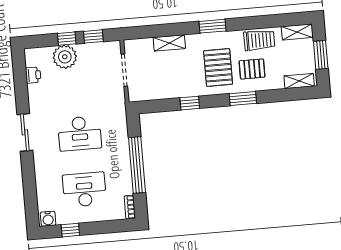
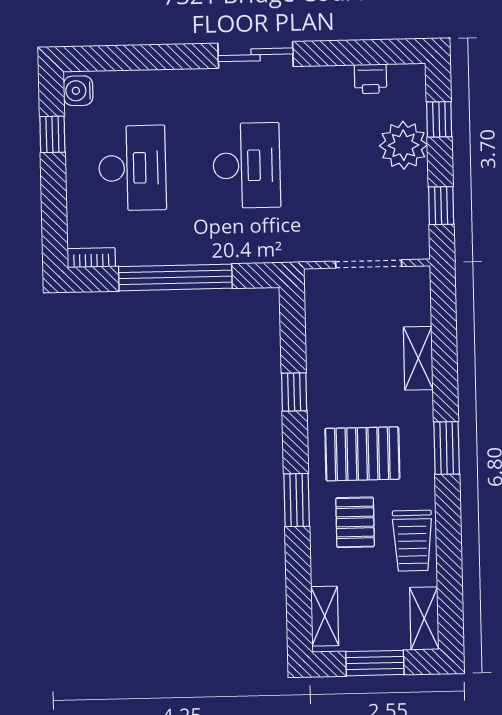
window: (67, 39) -> (439, 119), moved
desk: (80, 133) -> (247, 165), turned 180

